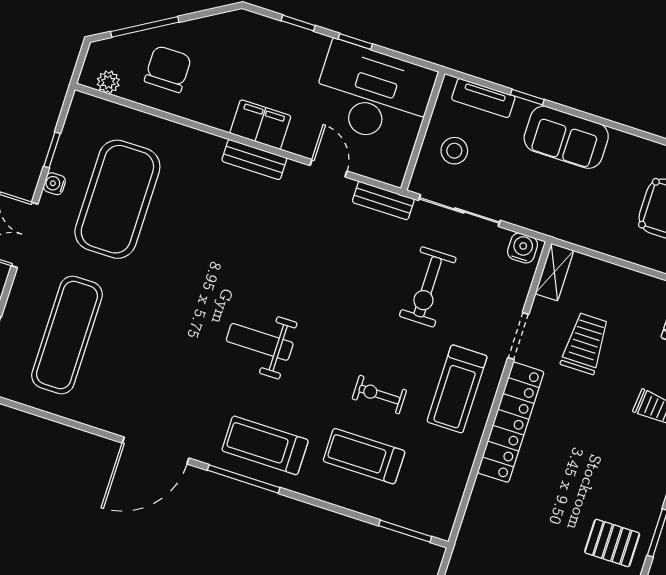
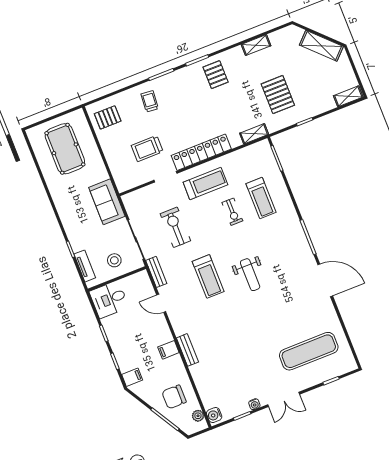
filing cabinet: (251, 29) -> (132, 377), added
desk: (373, 94) -> (109, 299), width x0.53, depth x0.77
filing cabinet: (260, 125) -> (168, 350), width x0.50
sofa: (566, 137) -> (107, 202), moved, turned 180
bench: (254, 160) -> (187, 350), moved
door: (329, 168) -> (161, 303), hinge flipped
exercise mat: (117, 199) -> (240, 375), removed
water cooler: (523, 248) -> (214, 415), moved
shelving: (554, 272) -> (254, 134), moved
exercise bike: (428, 287) -> (175, 227), turned -90
treadmill: (265, 445) -> (208, 276), moved

